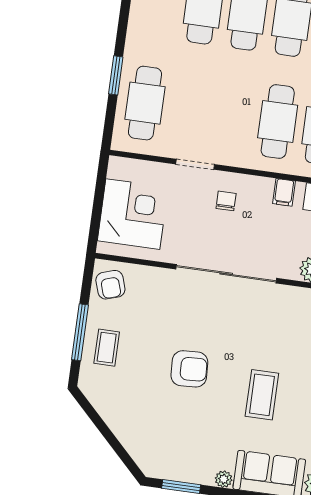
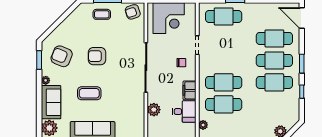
filing cabinet: (284, 192) -> (190, 90), width x2.00
armchair: (189, 369) -> (97, 56), turned 93
armchair: (180, 440) -> (62, 56), added

